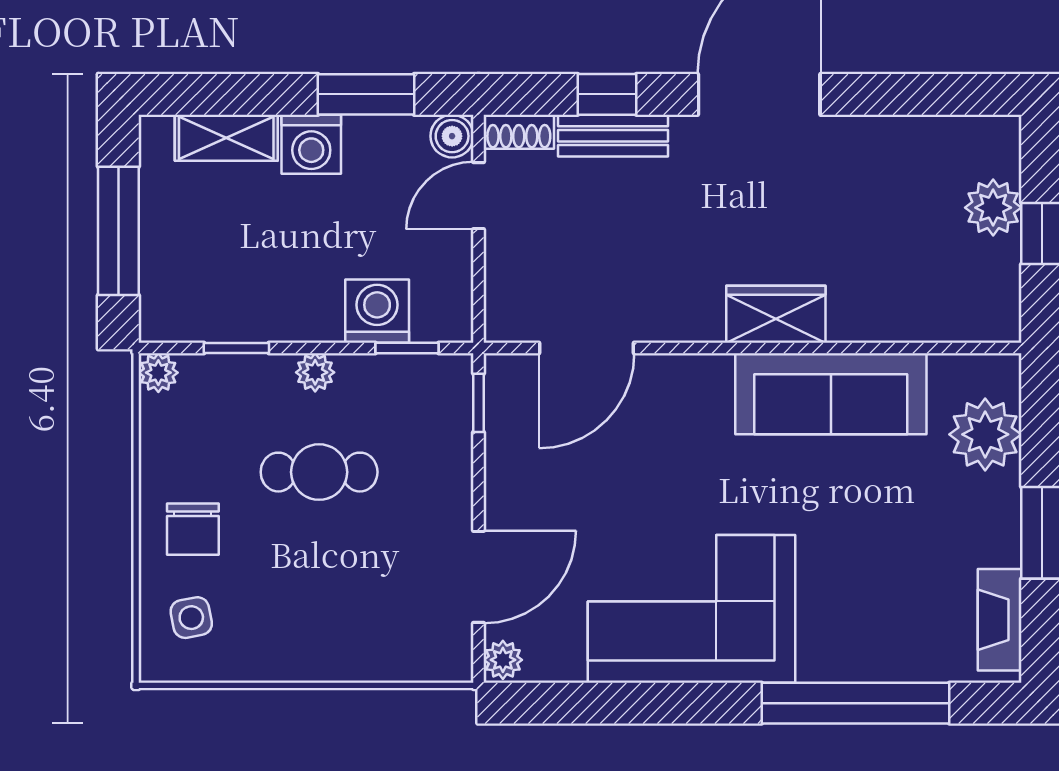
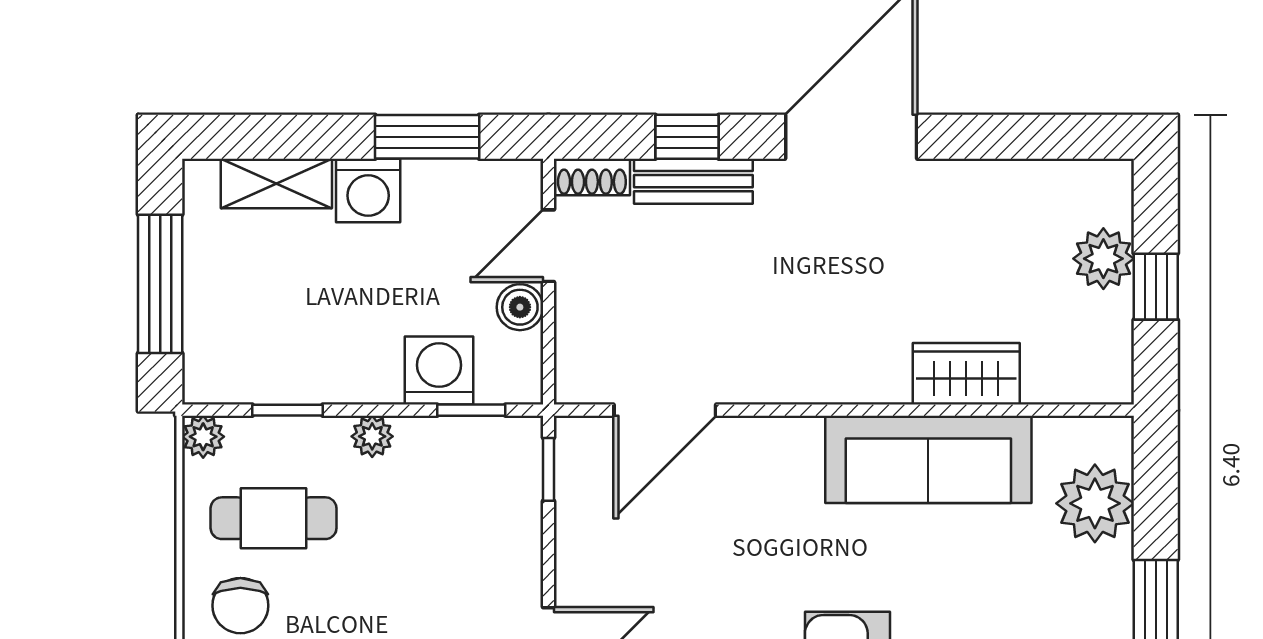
boiler: (452, 136) -> (520, 307), moved
wardrobe: (776, 314) -> (966, 374), moved
cafe table: (319, 472) -> (274, 518), moved

